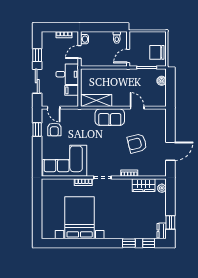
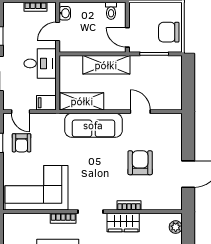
door: (128, 56) -> (127, 37), hinge flipped
shelving: (113, 75) -> (106, 65), added
boiler: (162, 81) -> (175, 73), removed
filing cabinet: (72, 90) -> (46, 103), moved
sofa: (110, 117) -> (93, 125), width x1.36
armchair: (137, 143) -> (140, 163), turned 104
wardrobe: (144, 185) -> (123, 223), moved

